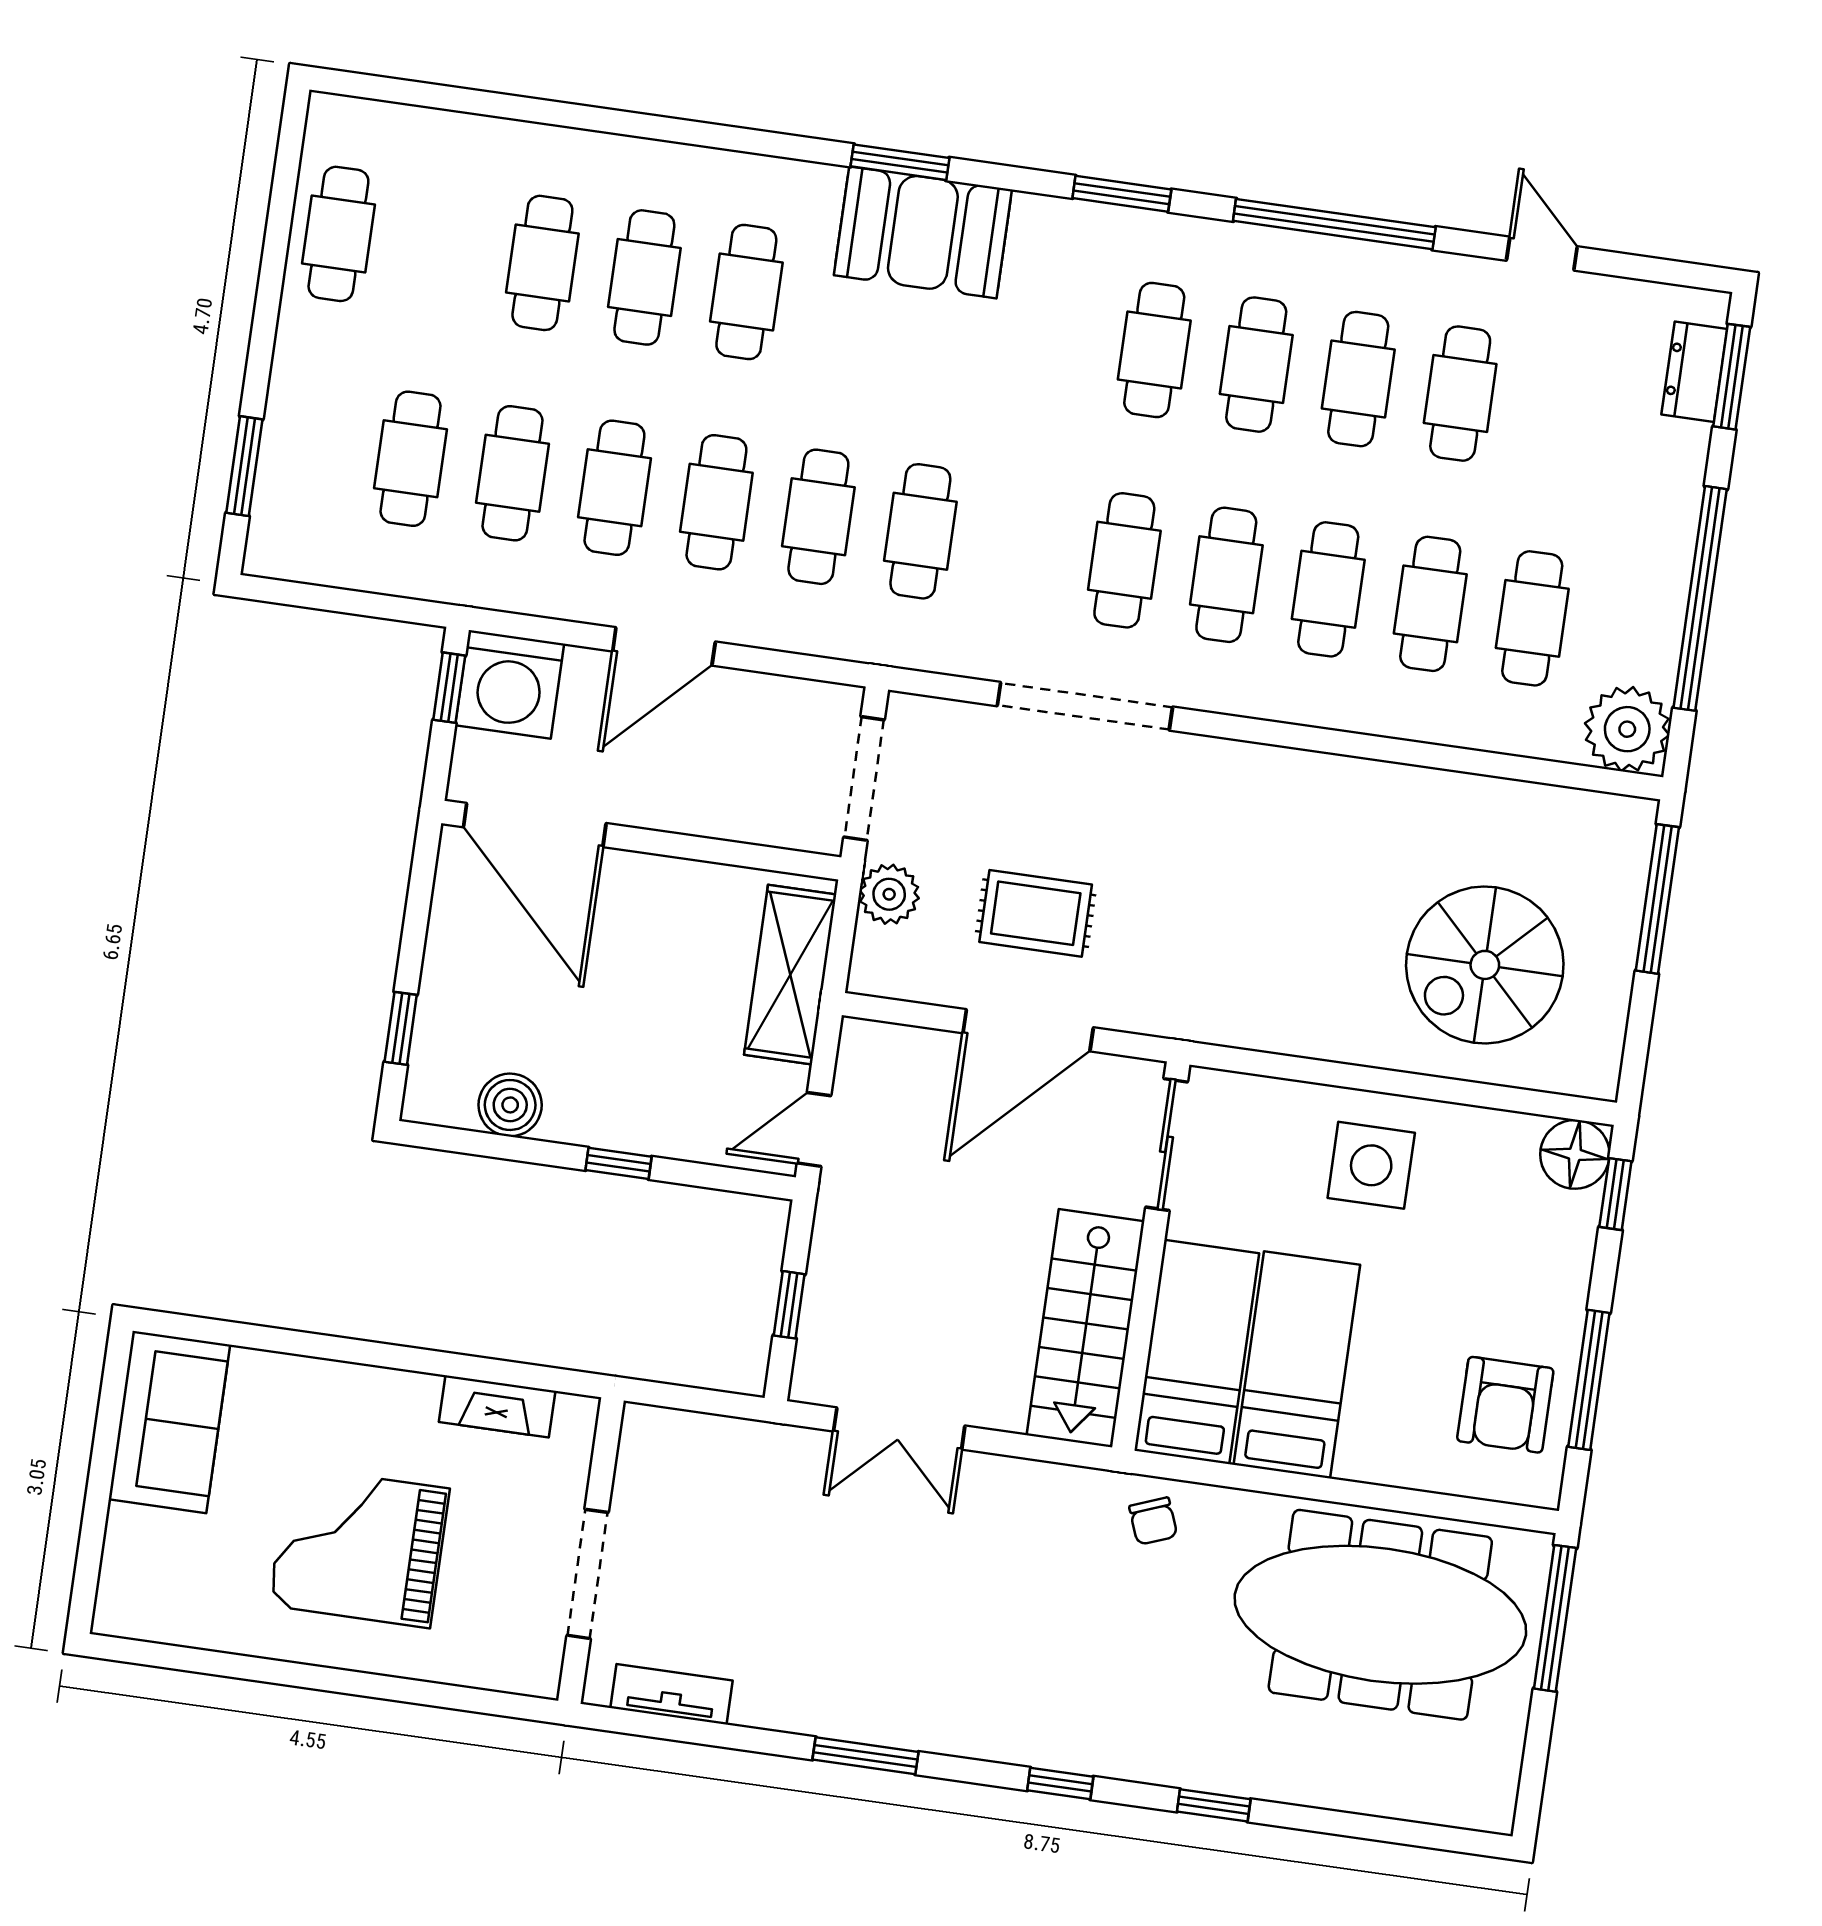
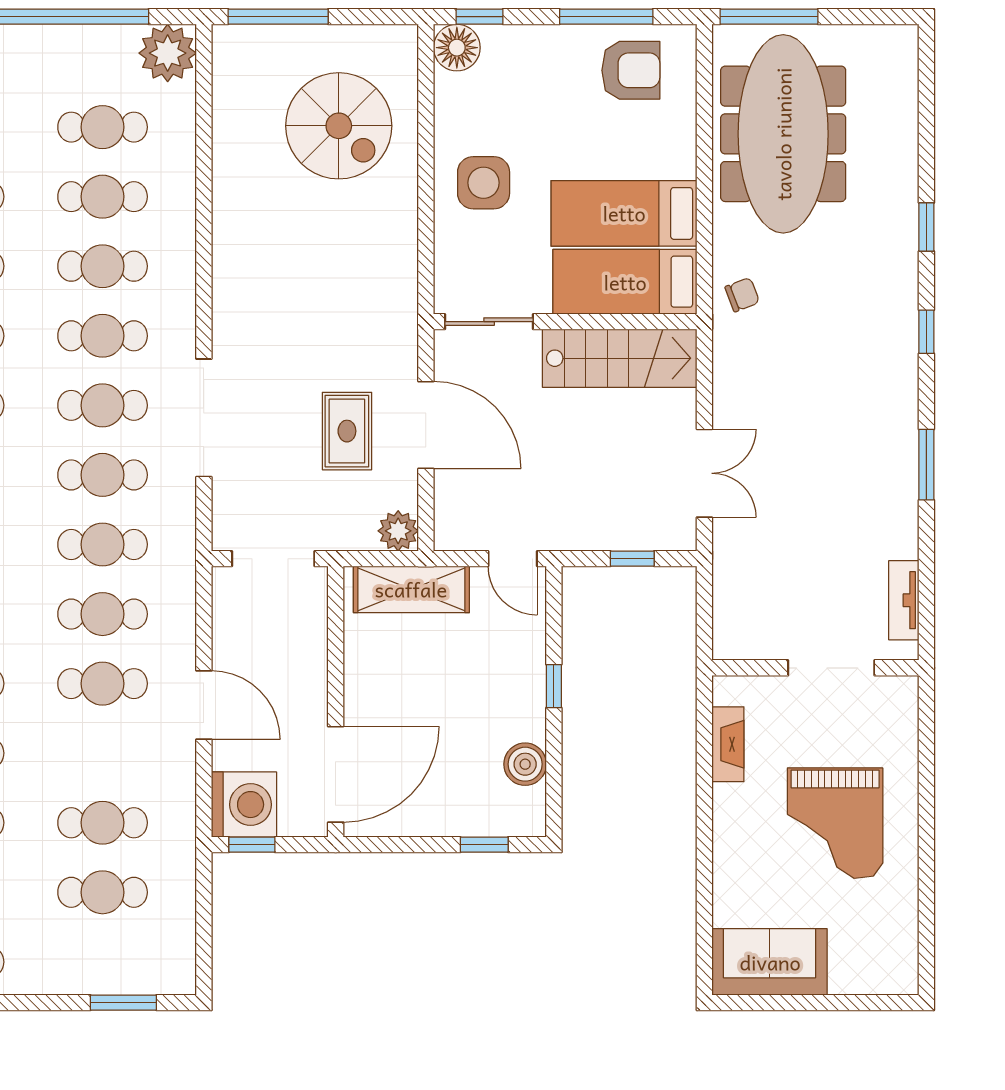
cafe table: (614, 488) -> (103, 475), moved
plant: (889, 894) -> (398, 531), moved

